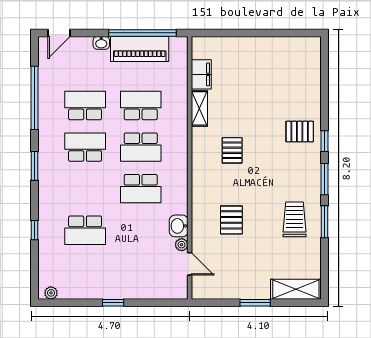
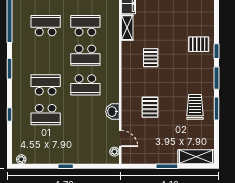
school desk: (85, 147) -> (46, 85), moved
plant: (182, 245) -> (114, 152), moved

